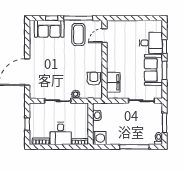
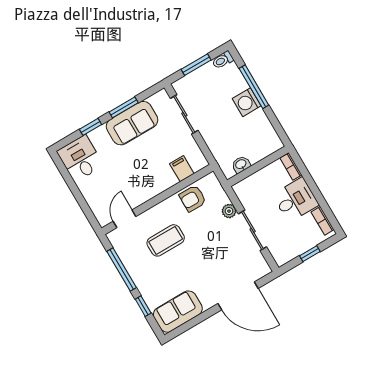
sofa: (49, 29) -> (178, 312), moved, turned -90
coffee table: (78, 34) -> (166, 240), moved
door: (104, 36) -> (124, 219), swing flipped
desk: (151, 43) -> (80, 158), moved
filing cabinet: (113, 82) -> (182, 169), width x0.50
washing machine: (99, 138) -> (247, 102), moved, turned -90

